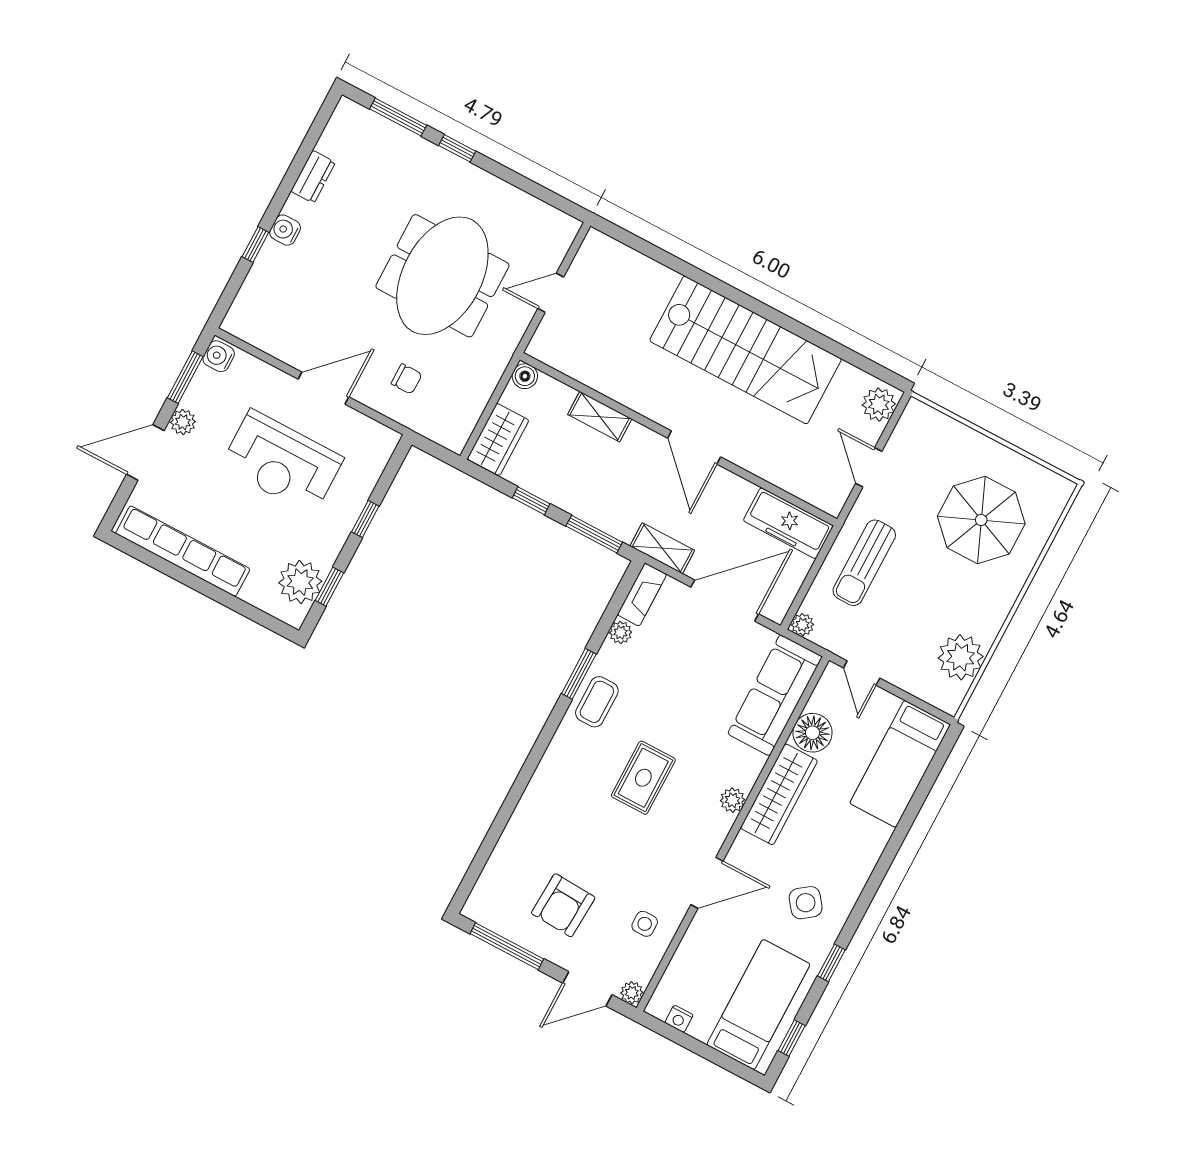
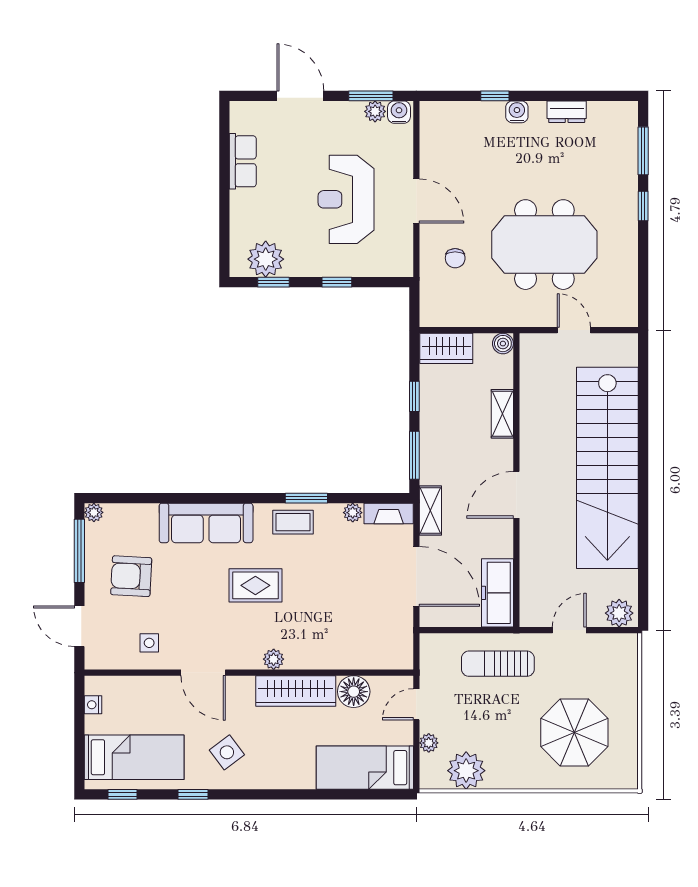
stairs: (746, 350) -> (607, 468), width x1.36
plant: (183, 422) -> (375, 111), moved
row of seats: (183, 551) -> (243, 161), width x0.50
plant: (802, 625) -> (429, 743), moved
sofa: (775, 695) -> (206, 523), moved, turned 180
plant: (632, 993) -> (94, 512), moved

